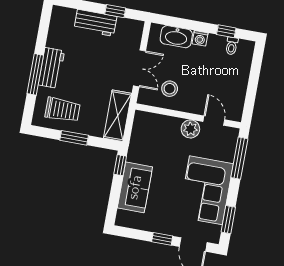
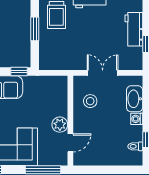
double door: (139, 68) -> (103, 73), swing flipped
shelving: (118, 116) -> (60, 62), removed

